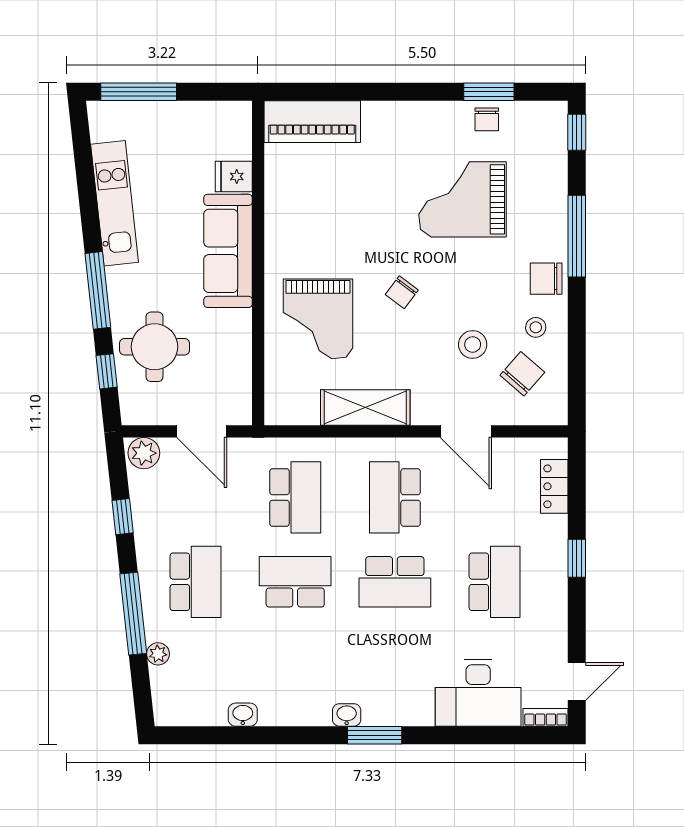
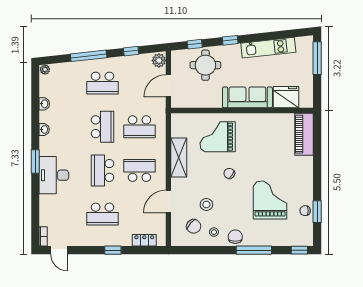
fridge: (234, 176) -> (286, 97), width x1.88, depth x1.34
window: (98, 290) -> (230, 40), width x0.46
plant: (158, 654) -> (45, 70), moved
desk: (478, 693) -> (54, 175), moved
washbasin: (347, 715) -> (44, 129), moved

